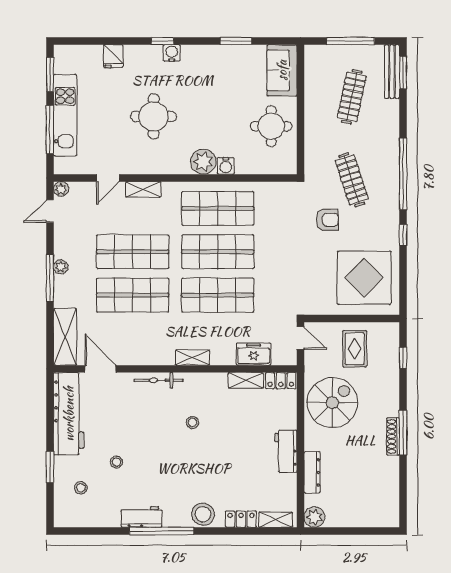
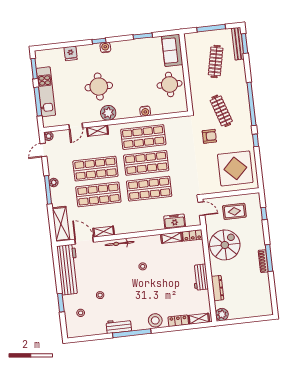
plant: (203, 162) -> (108, 113), moved
rug: (355, 349) -> (234, 211), turned 90
shelving: (192, 358) -> (104, 232), moved

